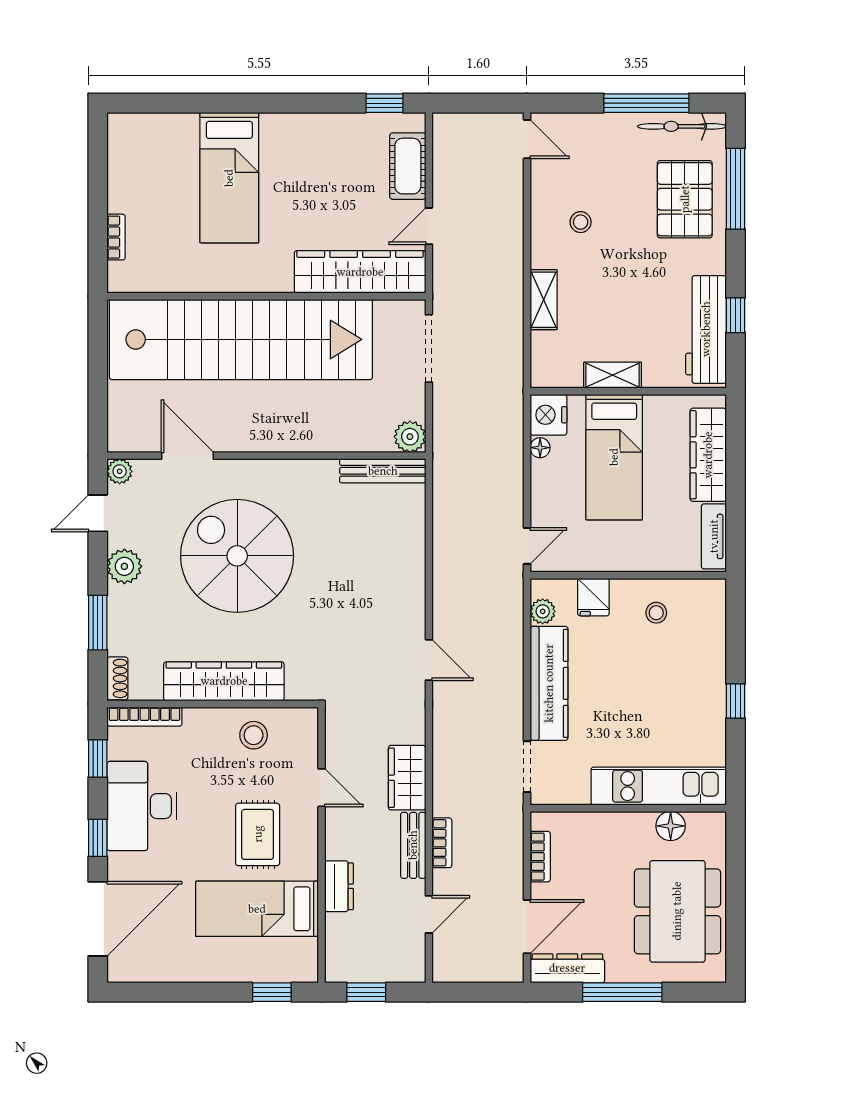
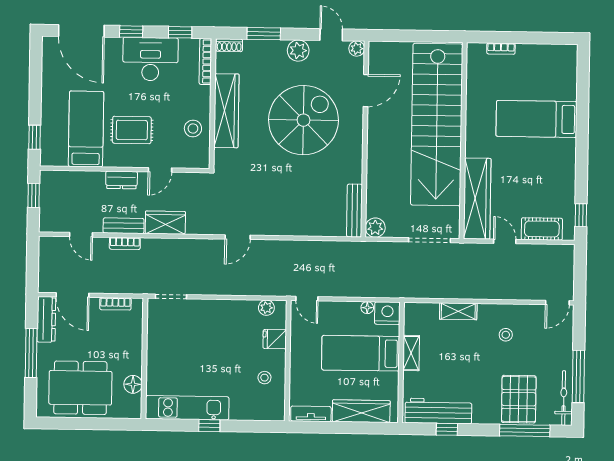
pallet: (685, 199) -> (519, 399), turned 90
kitchen counter: (549, 683) -> (222, 311), removed
kitchen unit: (659, 786) -> (187, 408), moved, turned -90
dresser: (339, 886) -> (121, 180), moved

